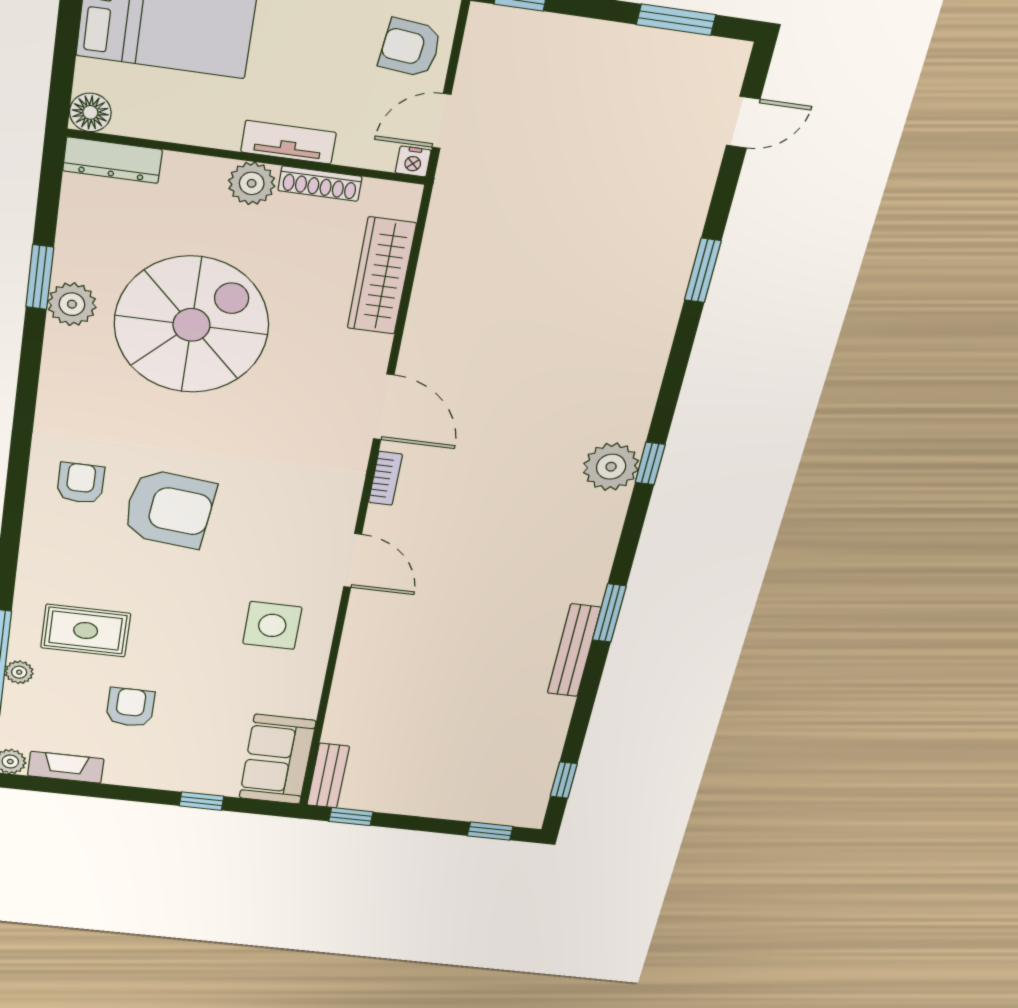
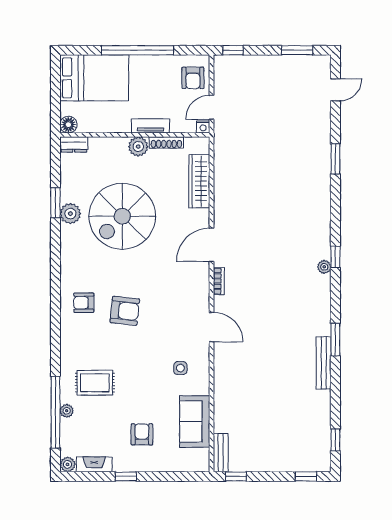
armchair: (410, 48) -> (193, 78), turned -96
dresser: (112, 160) -> (74, 144), width x0.70
spiral stairs: (191, 325) -> (122, 216), turned 180
door: (384, 407) -> (211, 245), swing flipped
plant: (611, 467) -> (324, 267), width x0.53, depth x0.53
armchair: (81, 483) -> (84, 303), turned -90
armchair: (169, 509) -> (125, 311), width x0.73, depth x0.73
side table: (272, 625) -> (180, 368), width x0.54, depth x0.54
armchair: (130, 707) -> (142, 434), moved
sofa: (277, 760) -> (195, 422), moved
window: (201, 801) -> (126, 476), moved

